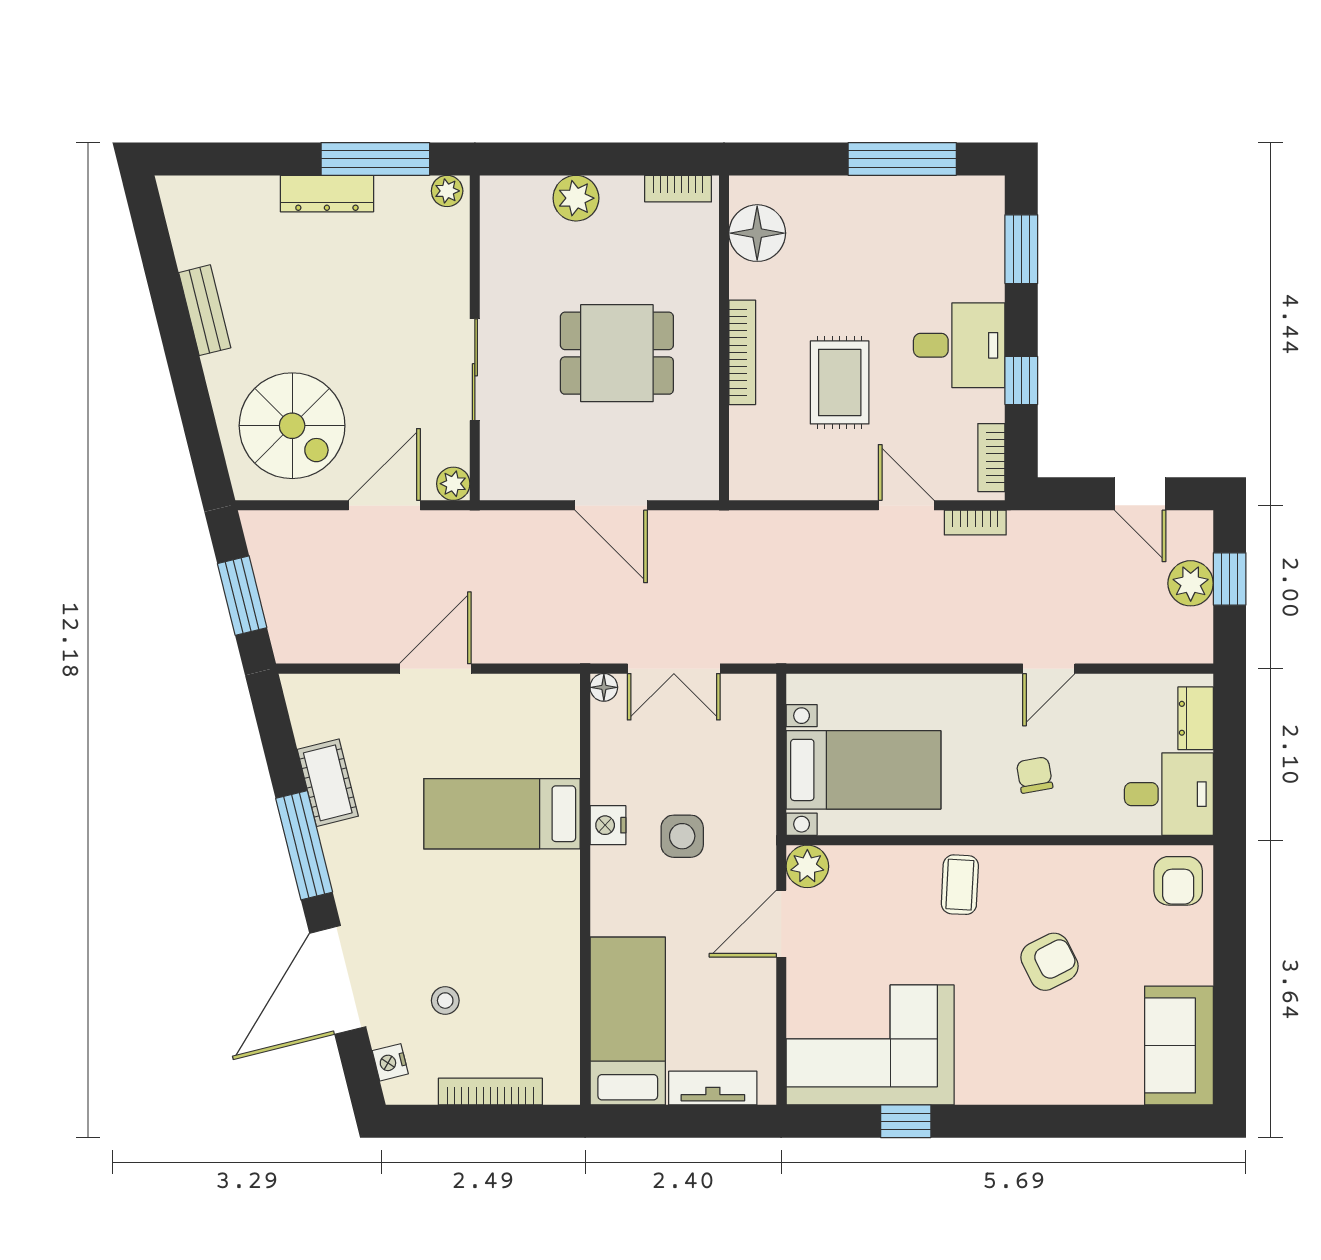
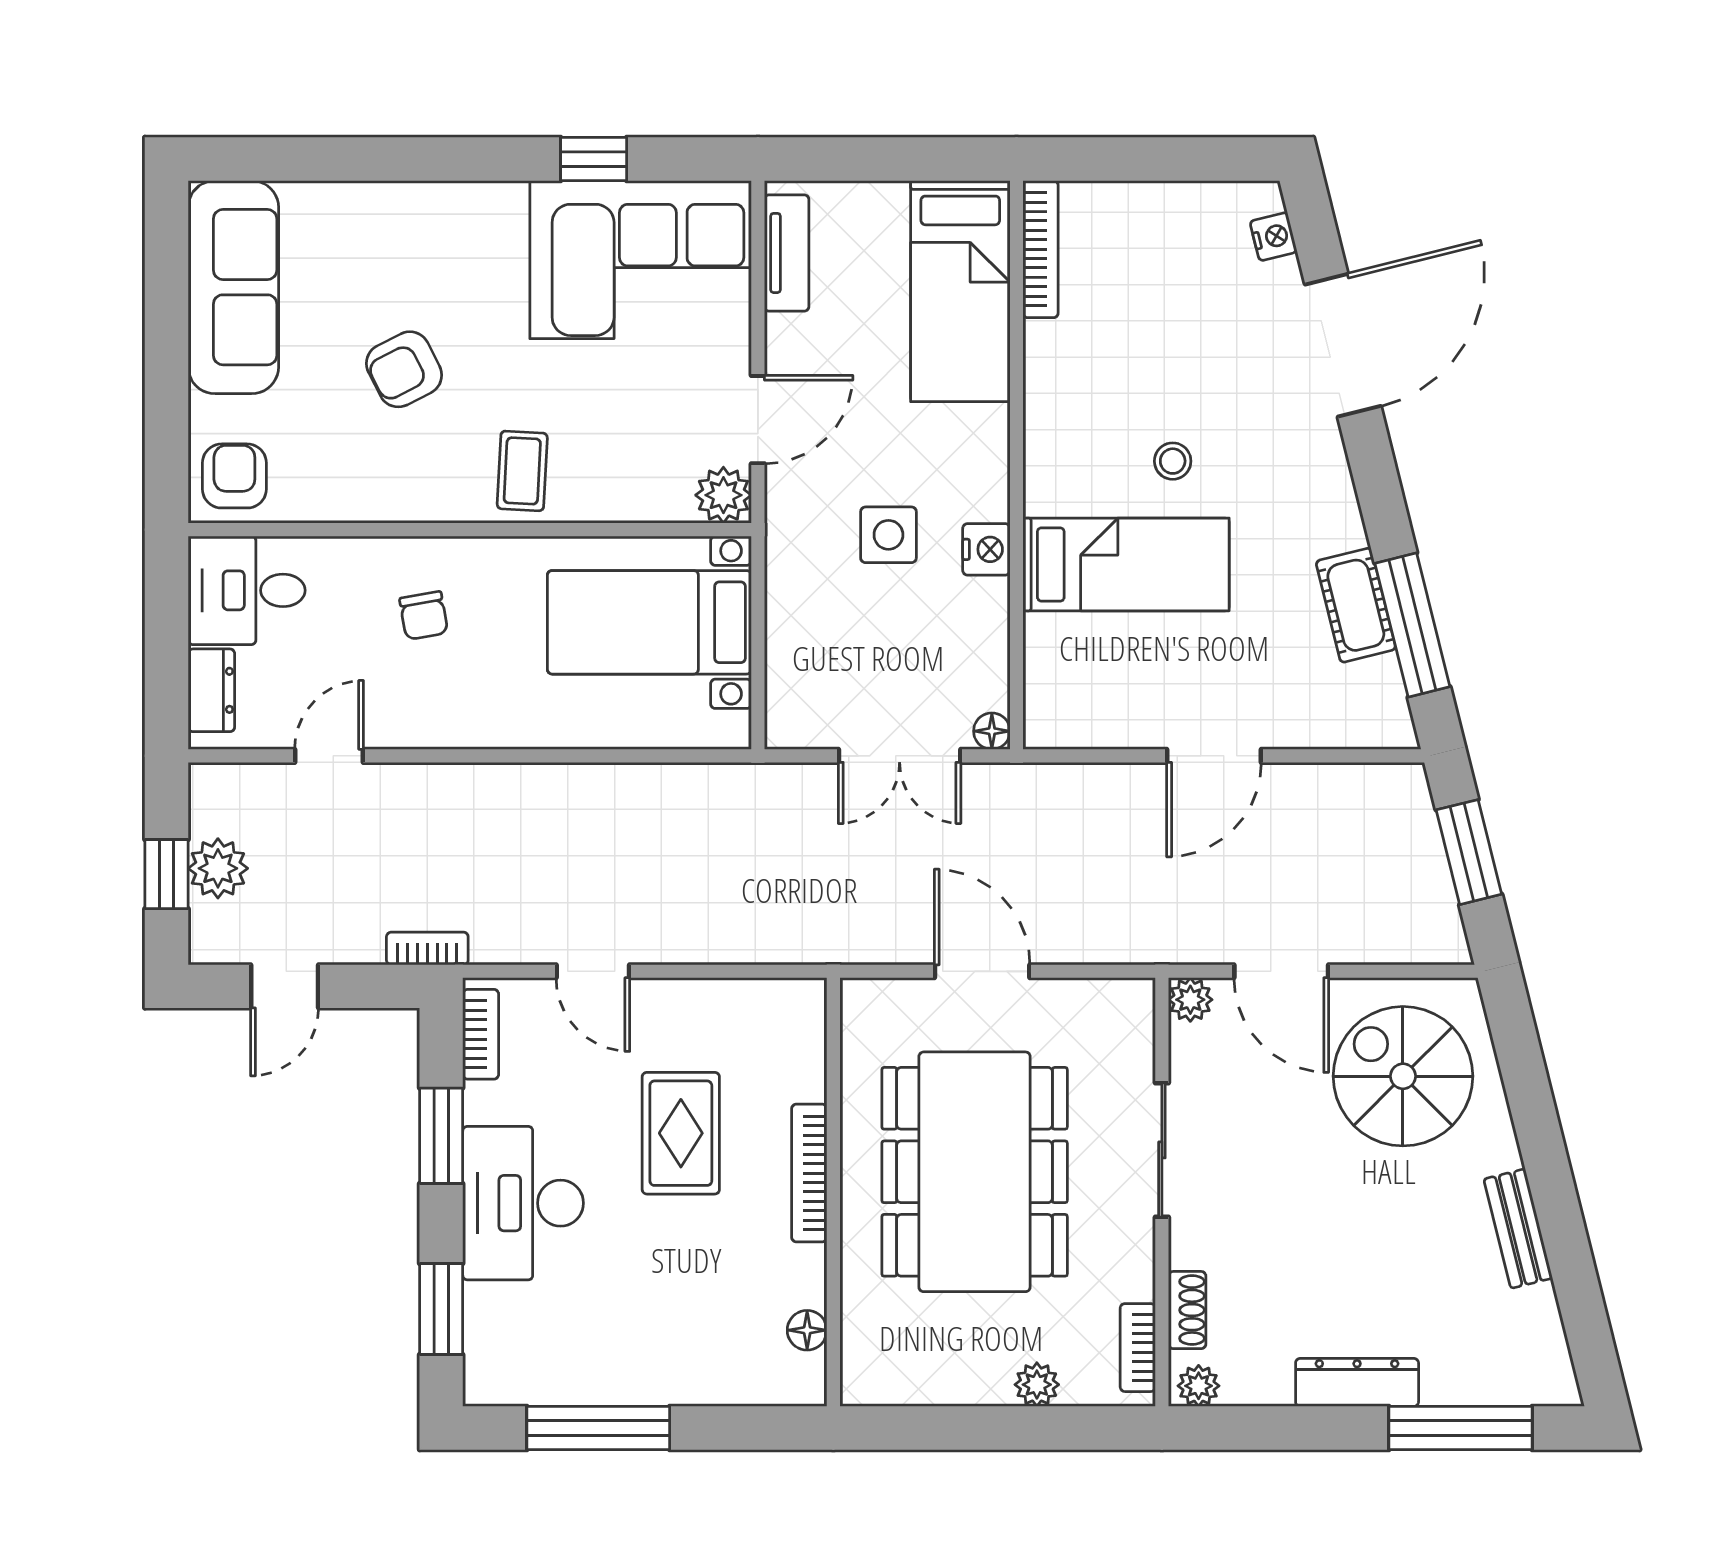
window: (375, 159) -> (1461, 1428), moved
bookcase: (678, 189) -> (1138, 1348), moved, turned -90
plant: (576, 198) -> (1037, 1385), width x0.73, depth x0.73
floor lamp: (757, 233) -> (807, 1330), width x0.53, depth x0.53
shoe rack: (456, 248) -> (1187, 1310), added
desk: (959, 345) -> (523, 1203), width x1.37
dining table: (617, 353) -> (975, 1172), width x1.88, depth x1.24
window: (1021, 381) -> (441, 1136), width x1.50
door: (1140, 494) -> (285, 986), swing flipped
door: (384, 505) -> (1281, 971), hinge flipped
bookcase: (975, 523) -> (427, 948), moved
double door: (674, 669) -> (900, 756), swing flipped
door: (1049, 669) -> (329, 756), moved
window: (304, 845) -> (1412, 625), moved
stool: (445, 1001) -> (1173, 461), moved
sofa: (1179, 1045) -> (233, 287), width x1.36
tv unit: (713, 1088) -> (787, 253), moved, turned -90
bookcase: (490, 1092) -> (1041, 249), moved, turned -90

